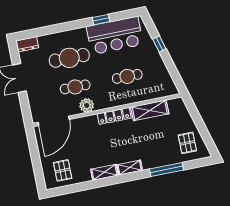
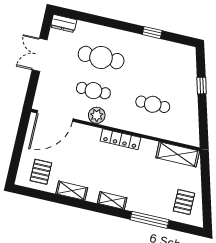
bar counter: (115, 35) -> (159, 56), removed
shelving: (150, 110) -> (178, 154), moved
shelving: (104, 172) -> (72, 191), moved

